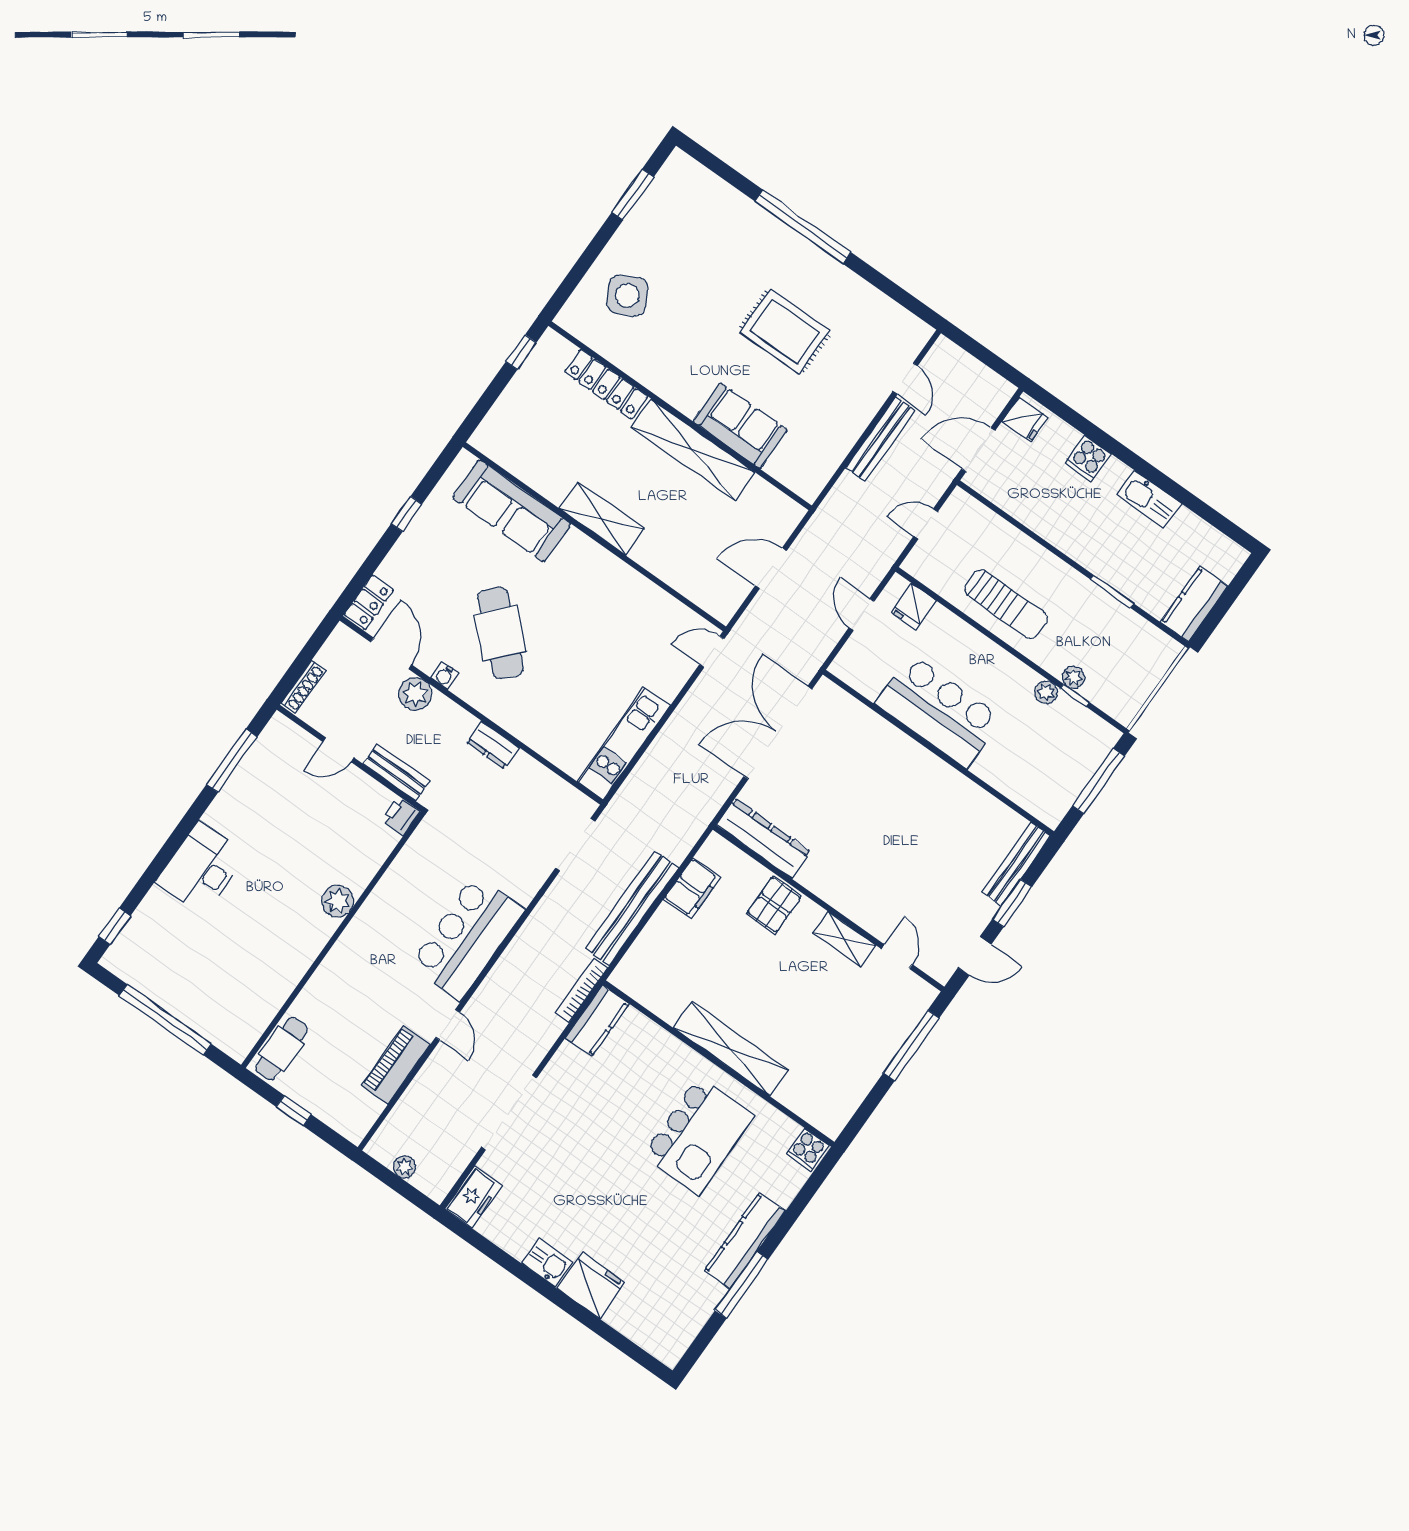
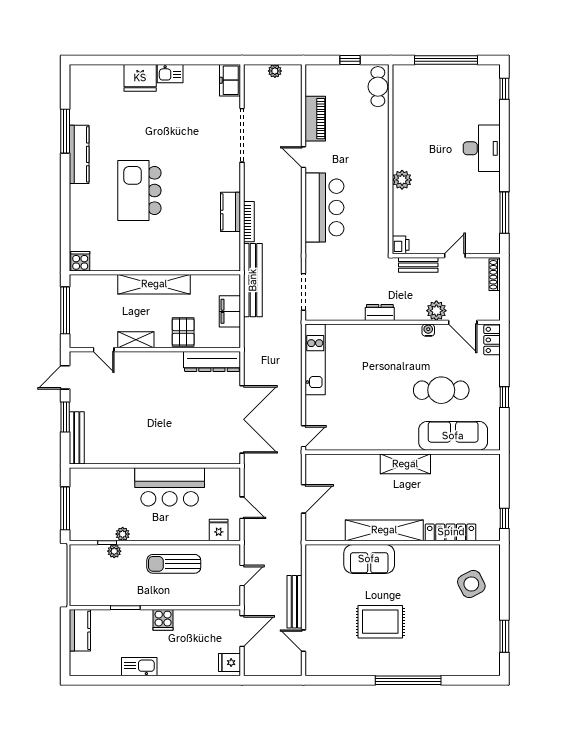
cooker: (1088, 458) -> (163, 620), moved, turned 180
cafe table: (500, 633) -> (441, 390), moved, turned -43
shelving: (731, 1049) -> (154, 284), moved
wall: (719, 1063) -> (155, 273), moved
cooker: (807, 1150) -> (80, 261), moved

